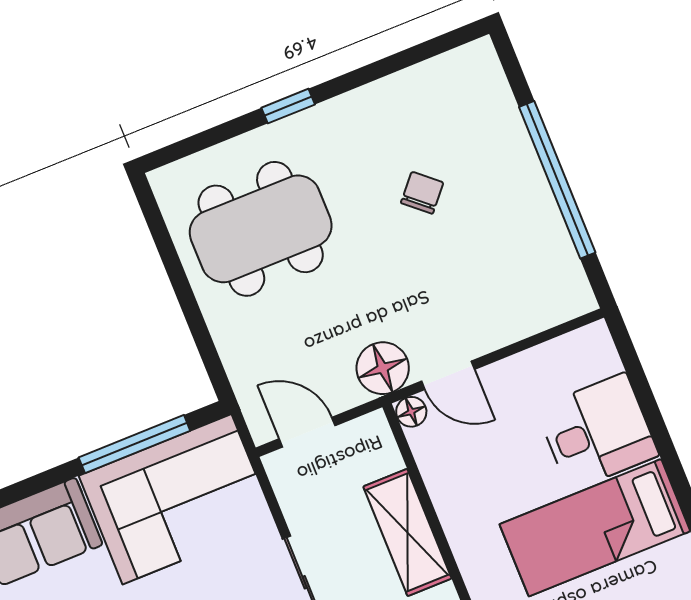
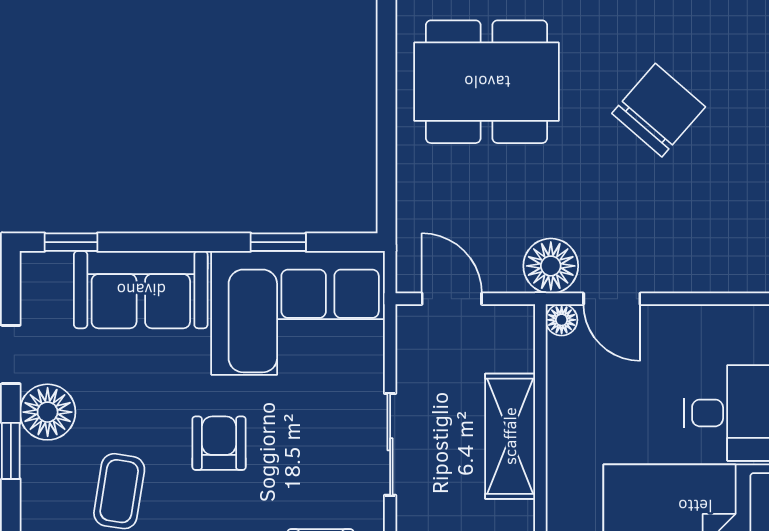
chair: (422, 193) -> (659, 110), width x1.87, depth x1.87
window: (134, 444) -> (278, 242), width x0.46

